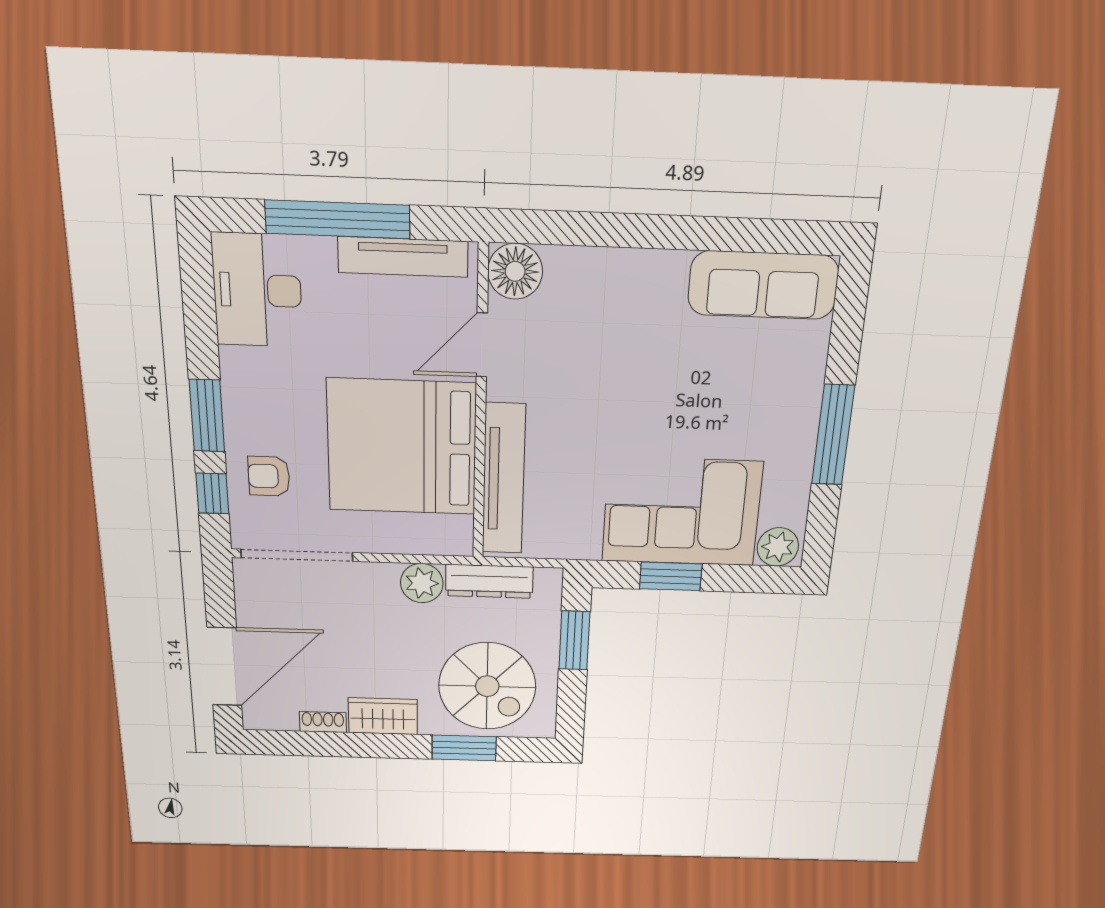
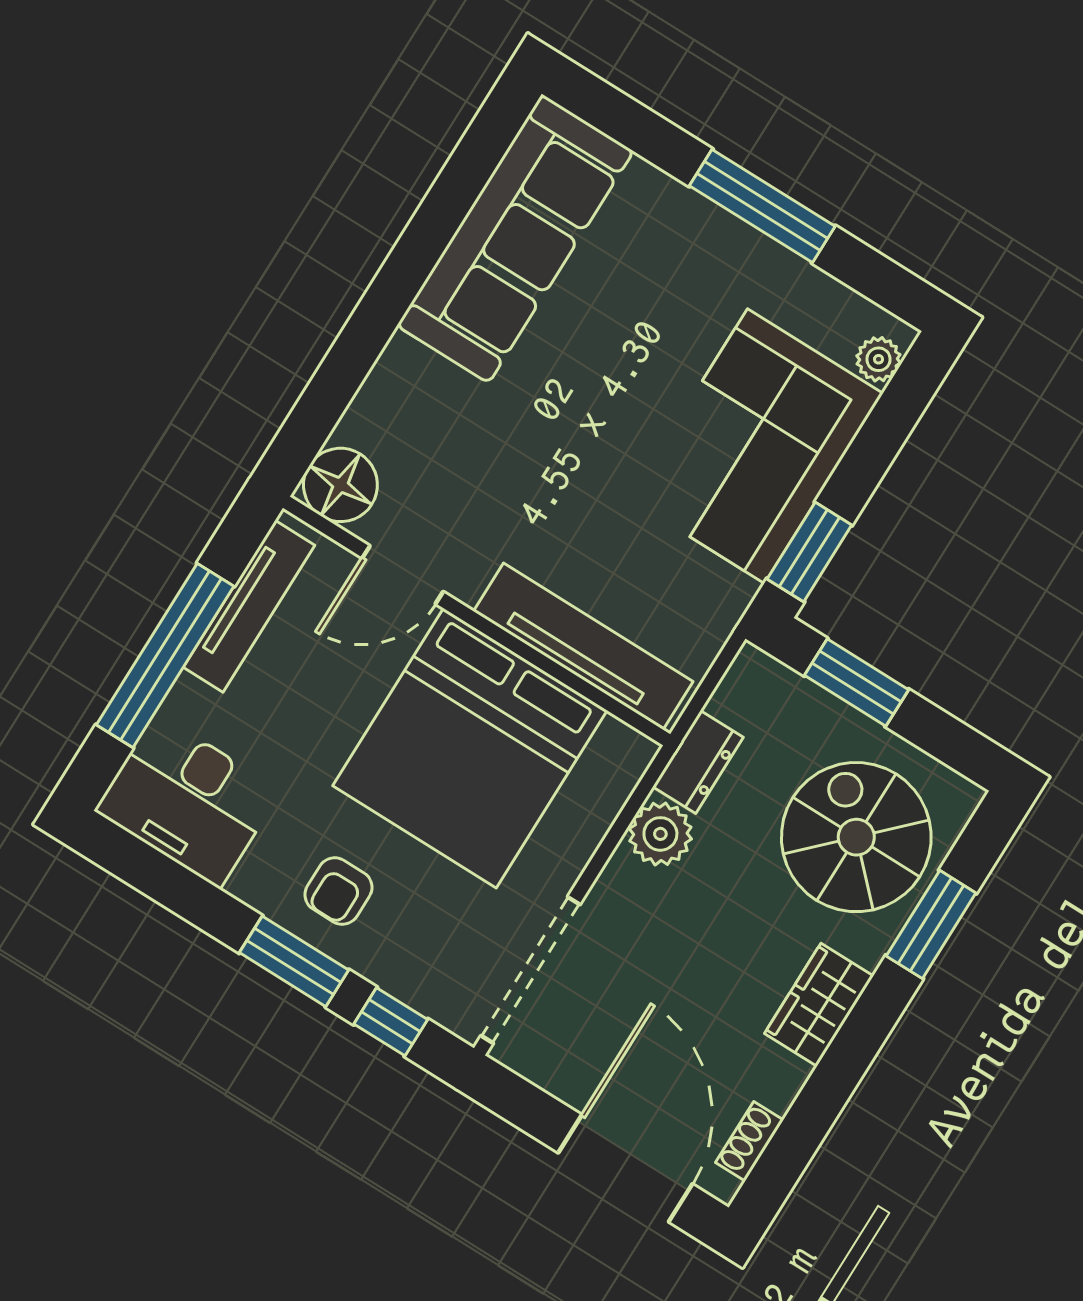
sofa: (763, 285) -> (515, 238), width x1.36, depth x1.27
door: (482, 345) -> (403, 575), hinge flipped
armchair: (269, 476) -> (338, 891), moved
plant: (778, 547) -> (879, 359), width x0.73, depth x0.73
window: (671, 576) -> (809, 552), moved
dresser: (489, 581) -> (698, 762), width x0.70
spiral stairs: (487, 686) -> (856, 837), turned -90
shoe rack: (323, 722) -> (750, 1141), moved

